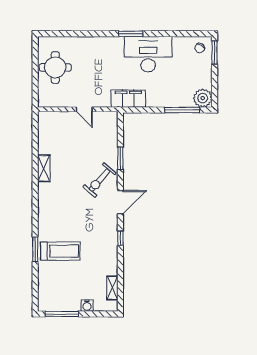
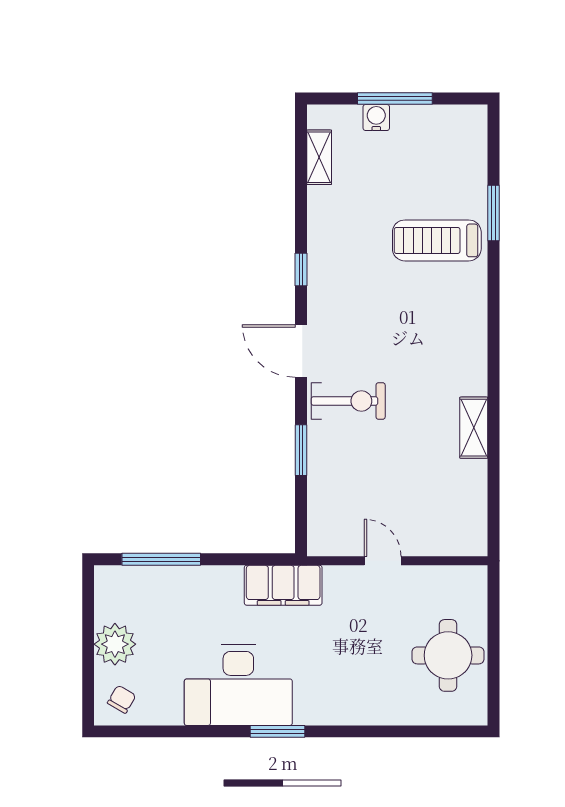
window: (215, 53) -> (88, 689), removed
plant: (203, 98) -> (115, 644), moved
exercise bike: (99, 180) -> (348, 401), turned 49
door: (120, 202) -> (301, 351), hinge flipped
window: (35, 249) -> (493, 213), moved
window: (62, 314) -> (395, 99), moved

